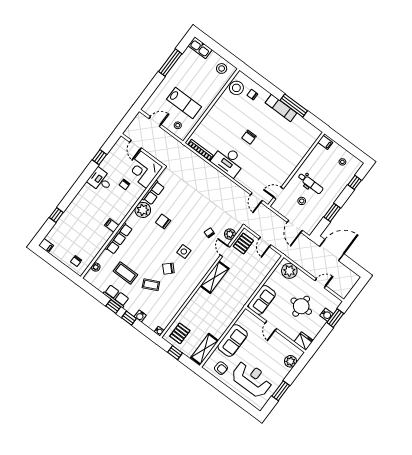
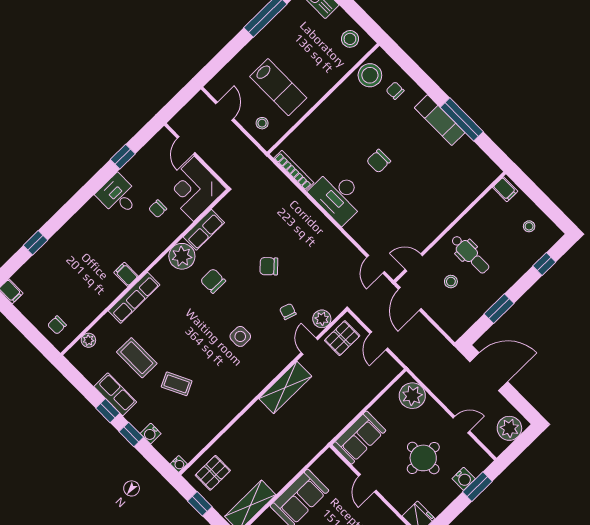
door: (155, 122) -> (225, 111), hinge flipped
door: (295, 226) -> (410, 299), moved
chair: (168, 269) -> (269, 266), moved
plant: (349, 281) -> (509, 428), added

